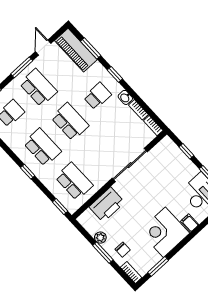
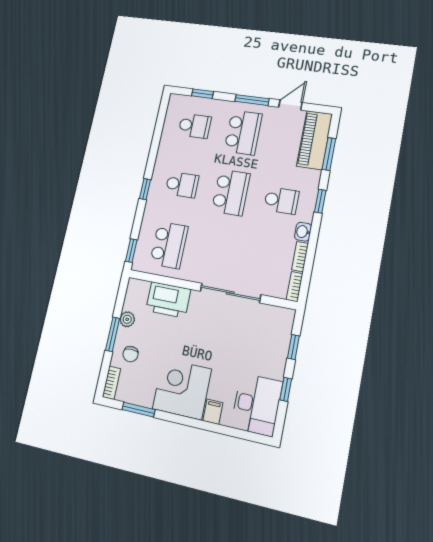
school desk: (42, 147) -> (182, 185), width x0.54

